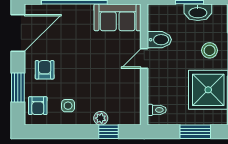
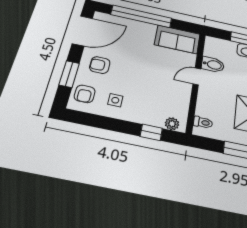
armchair: (45, 70) -> (100, 65), turned -90
plant: (101, 118) -> (172, 124), moved

